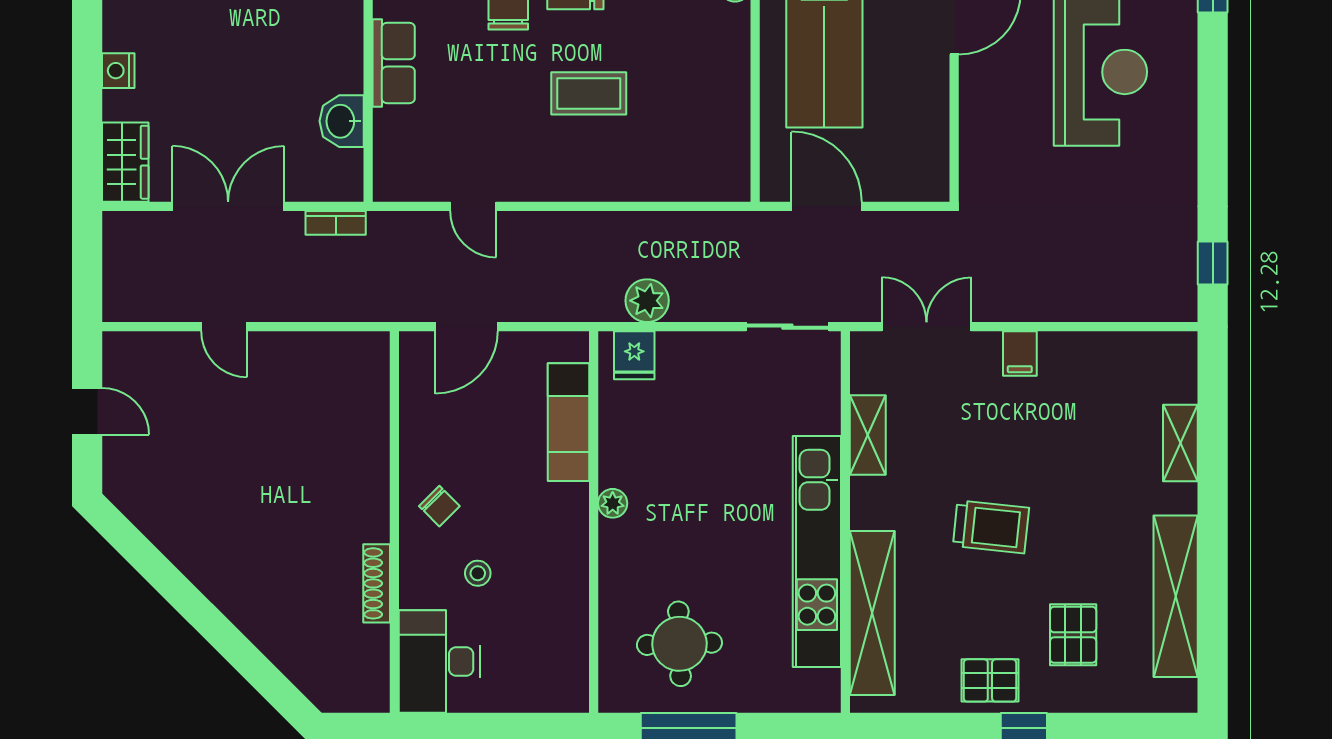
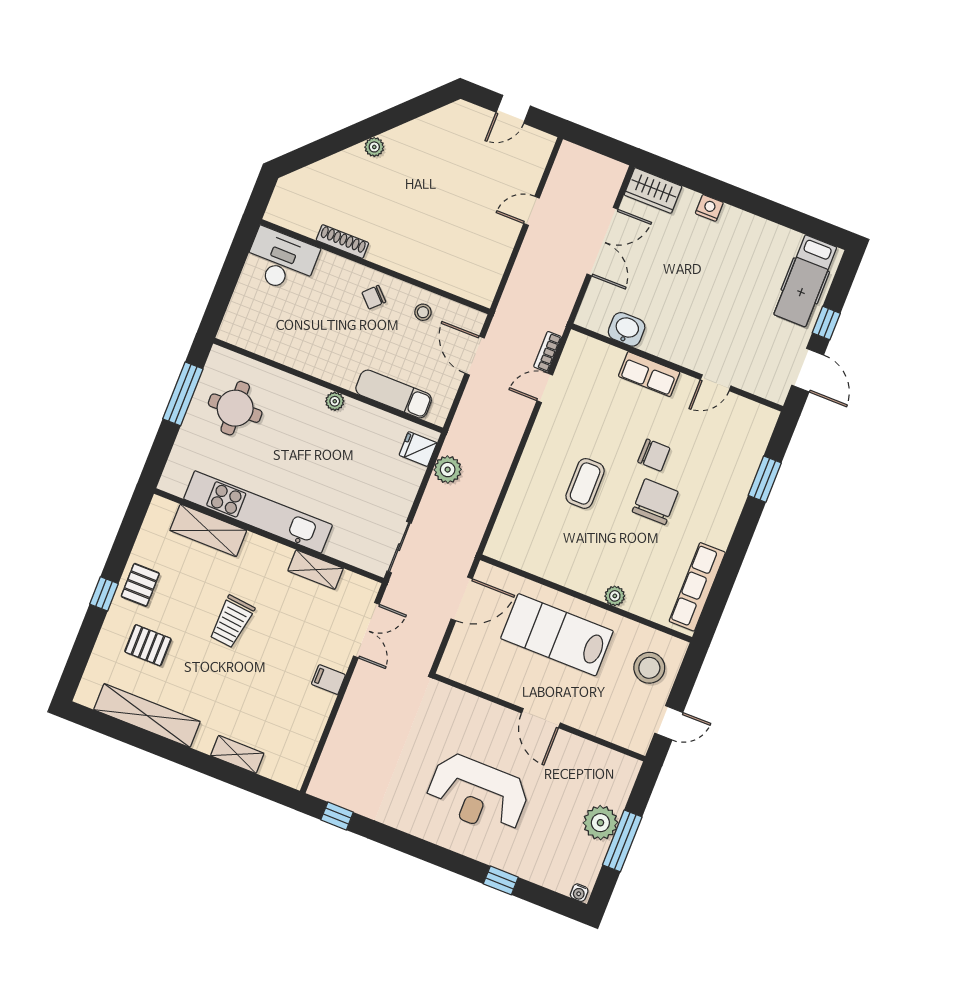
bookcase: (336, 223) -> (548, 352), moved
stool: (478, 573) -> (423, 312), moved
plant: (221, 591) -> (374, 147), added
shelving: (872, 613) -> (208, 530), width x0.68

